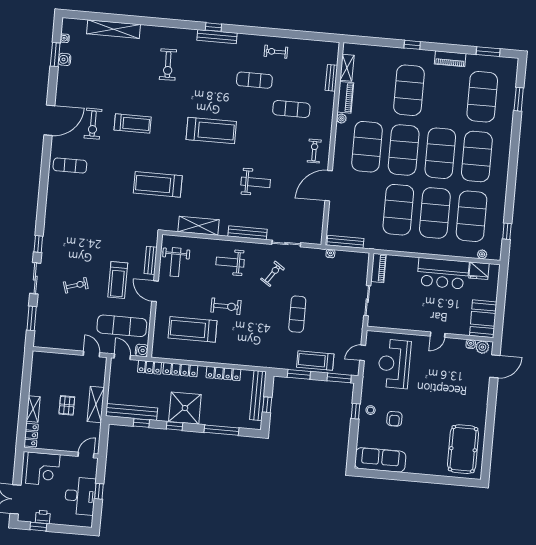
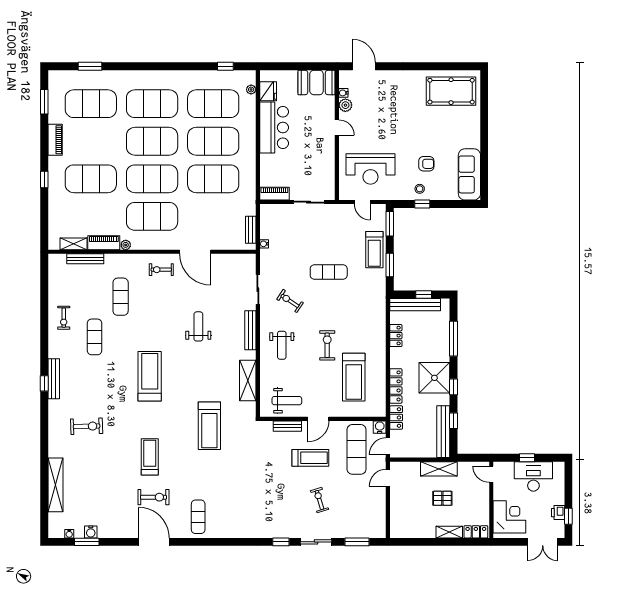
bench: (331, 78) -> (85, 259), width x1.36
bench: (345, 242) -> (251, 230), width x0.73
plant: (482, 347) -> (345, 105), moved
locker: (223, 373) -> (396, 336), width x0.66

